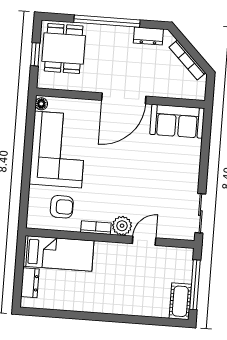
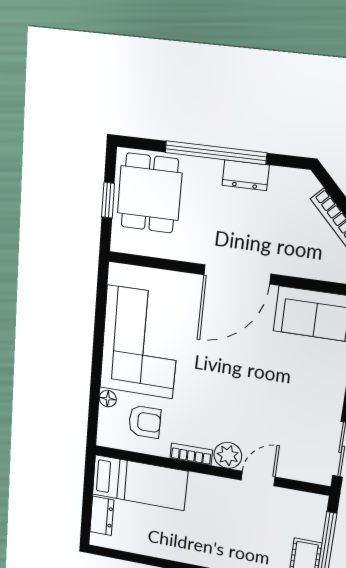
dresser: (148, 36) -> (246, 175), moved
floor lamp: (41, 104) -> (108, 399), moved

